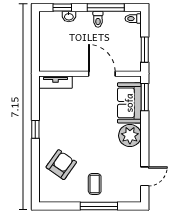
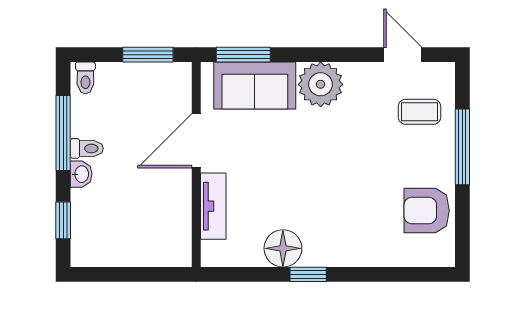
washbasin: (69, 16) -> (81, 174), moved
tv unit: (55, 82) -> (213, 206), moved
floor lamp: (48, 117) -> (283, 248), added
armchair: (61, 165) -> (427, 211), moved, turned -35
coffee table: (95, 184) -> (419, 112), moved

